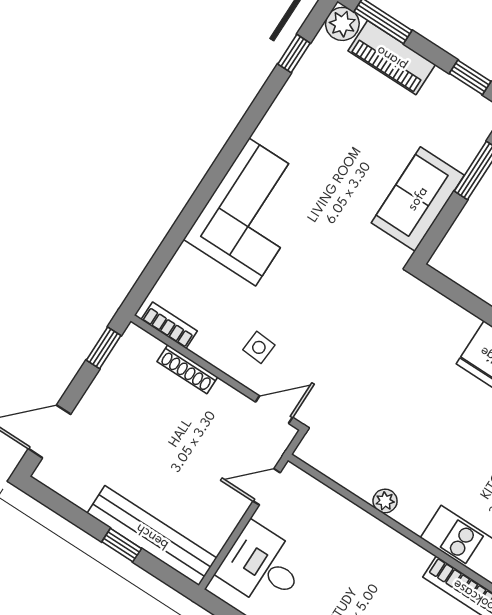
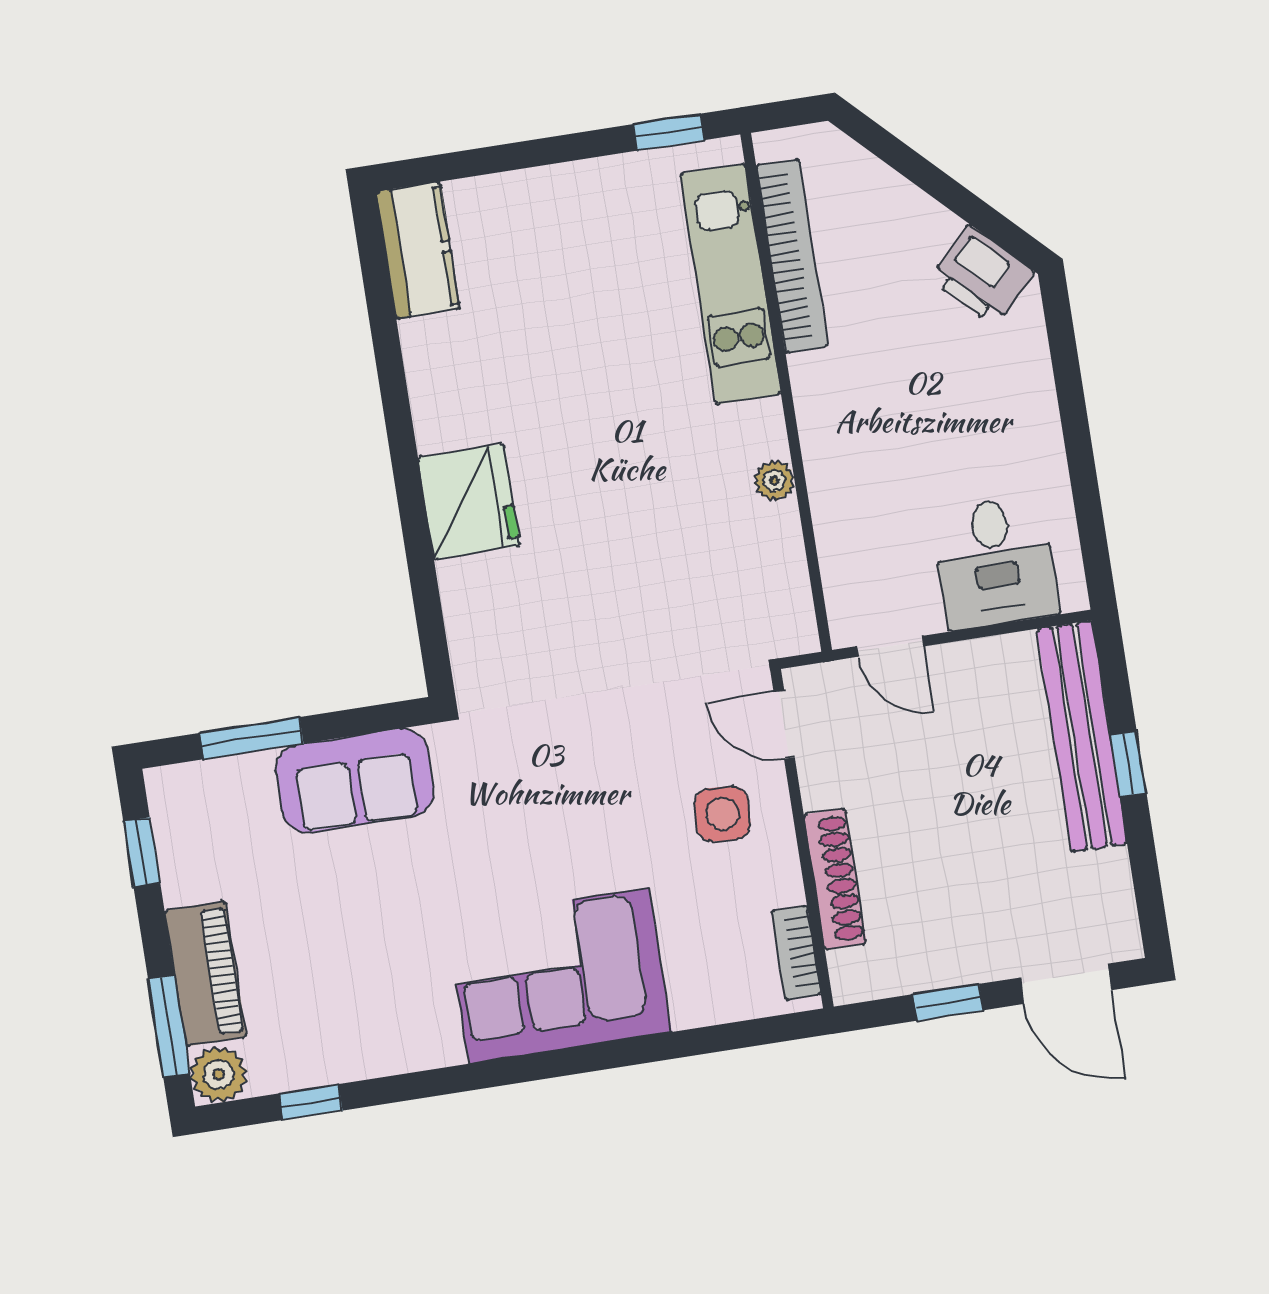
side table: (259, 347) -> (723, 814), width x1.37, depth x1.37
window: (104, 348) -> (948, 1002), moved
shoe rack: (187, 369) -> (835, 879), width x1.36, depth x1.24

